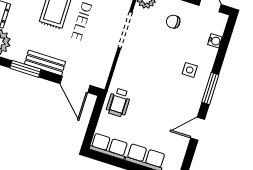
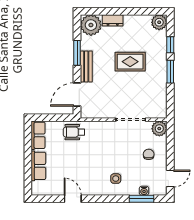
window: (210, 88) -> (141, 199), moved

